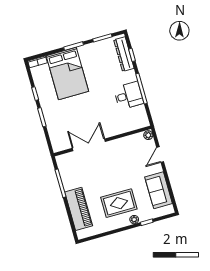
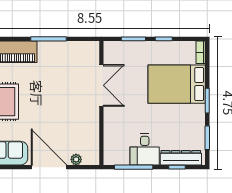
desk: (129, 96) -> (145, 149), moved
wall: (102, 141) -> (101, 103), moved
double door: (89, 145) -> (101, 85), moved
door: (160, 155) -> (49, 167), width x1.87

